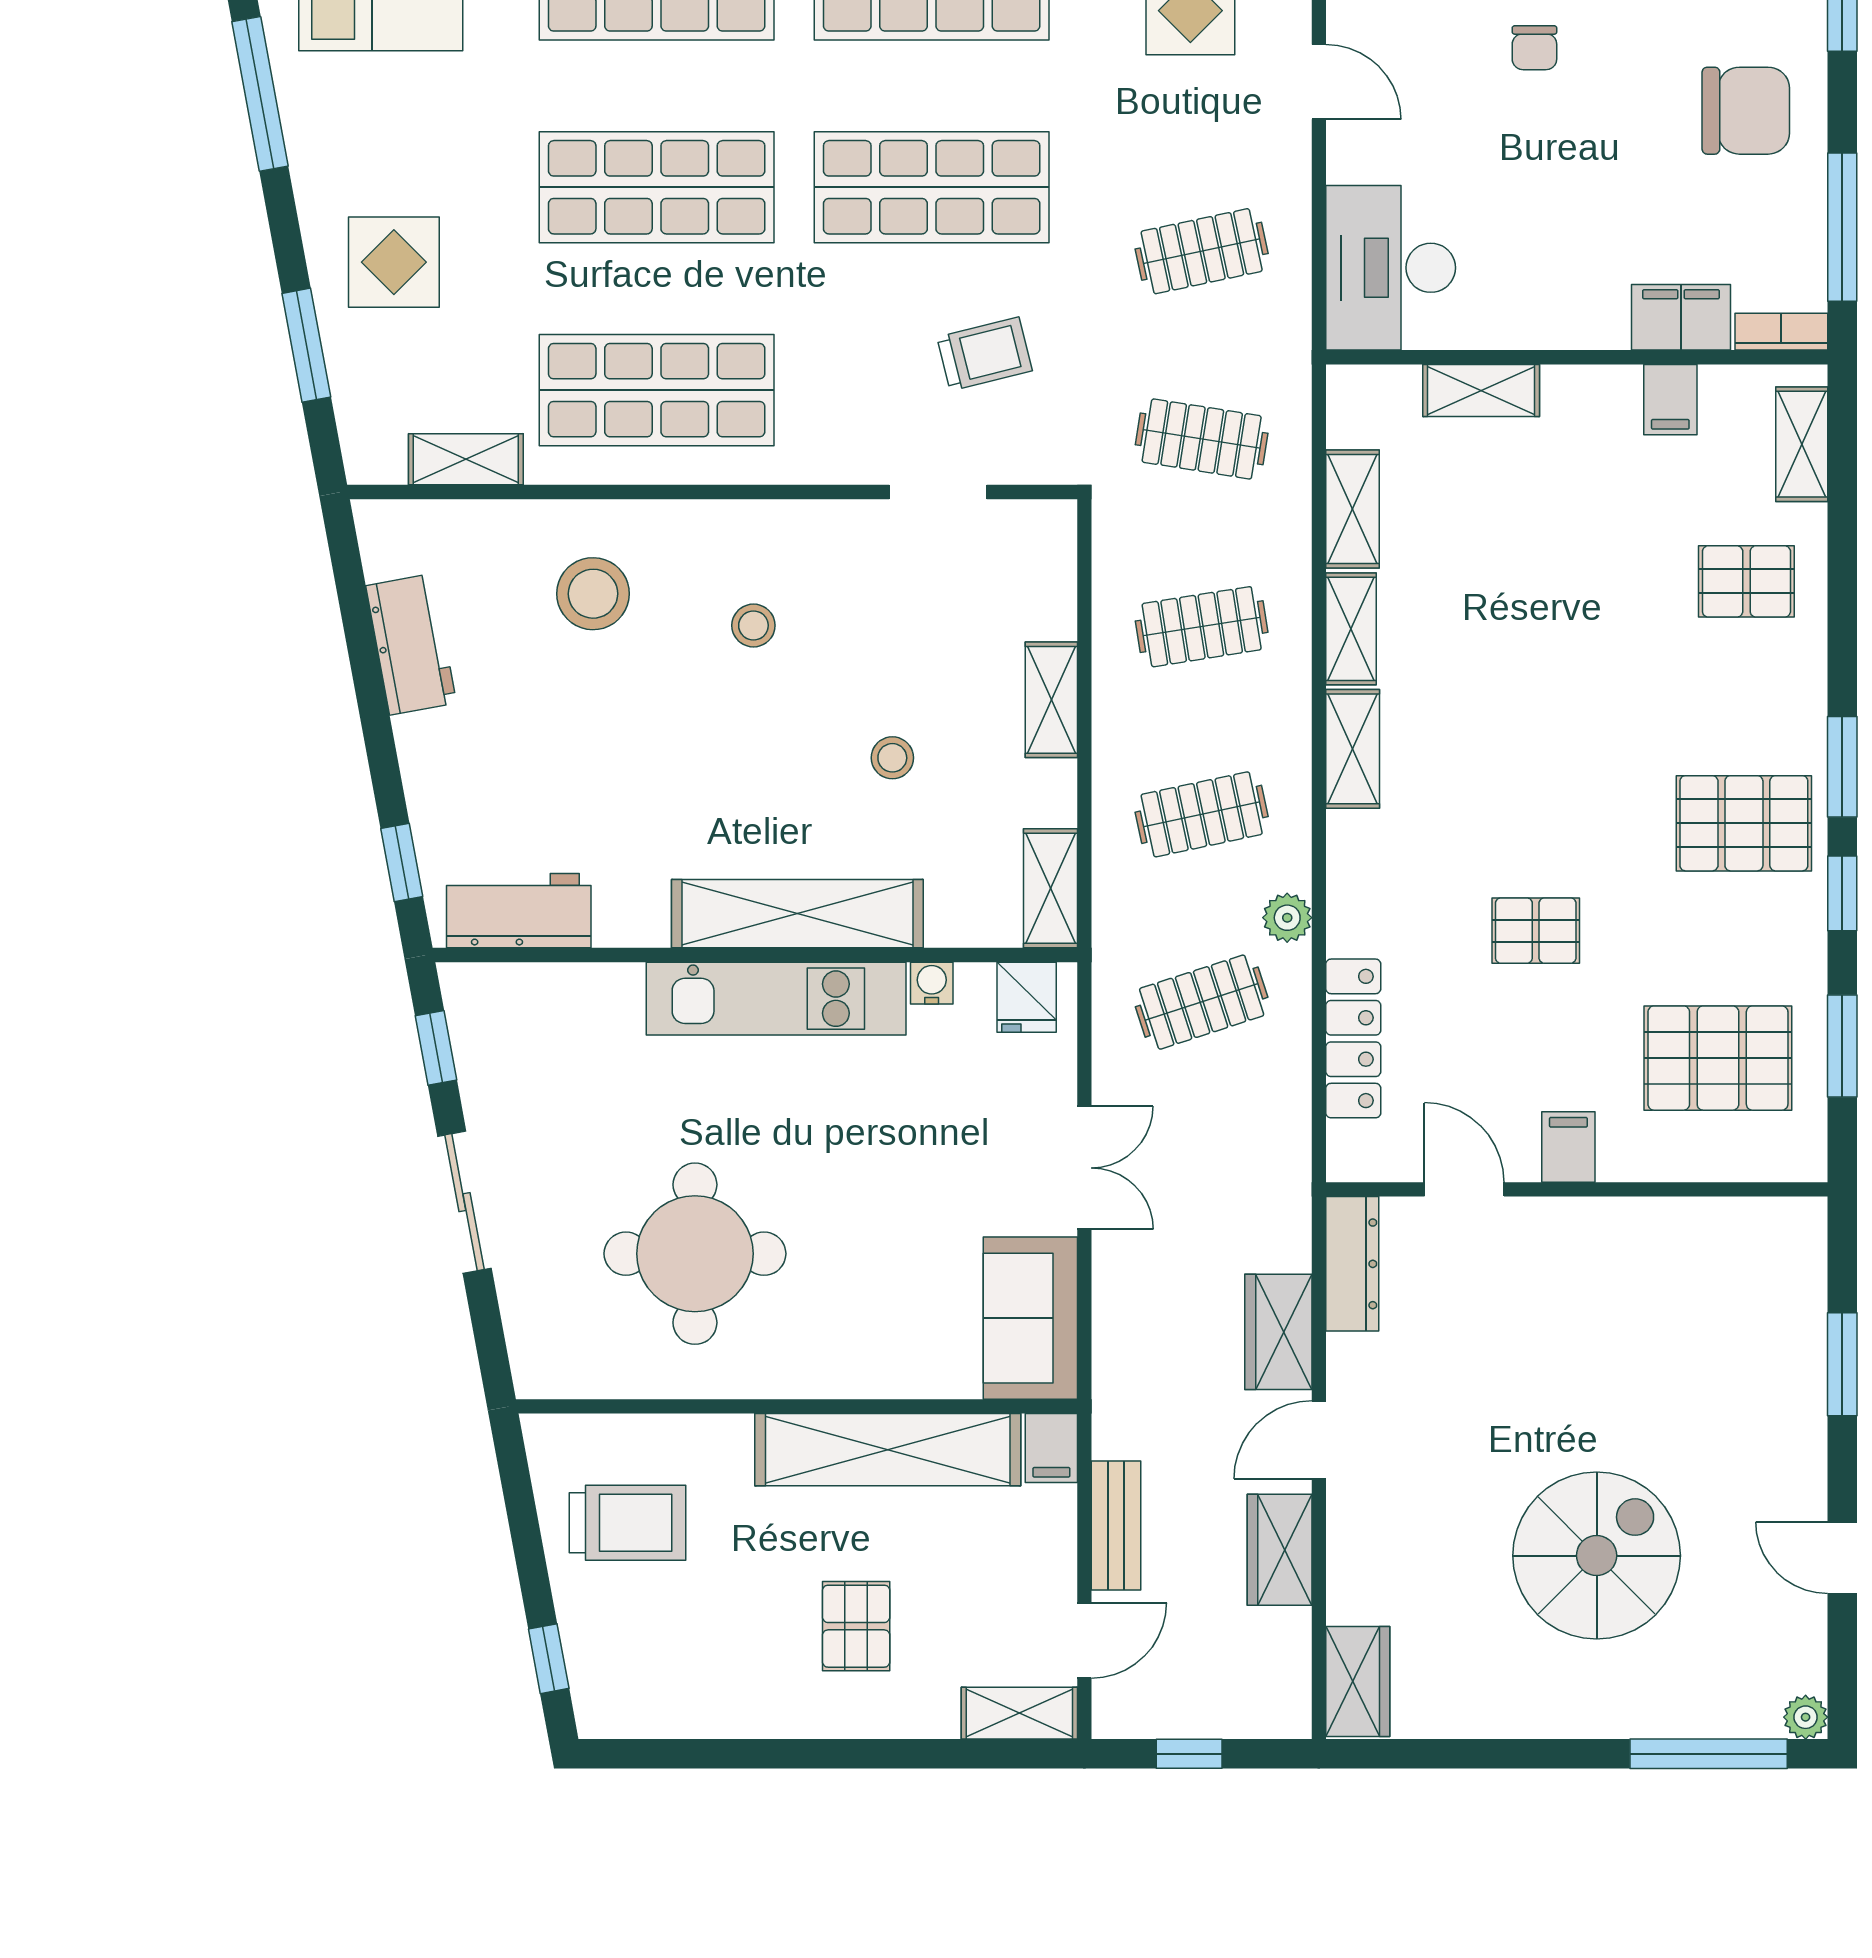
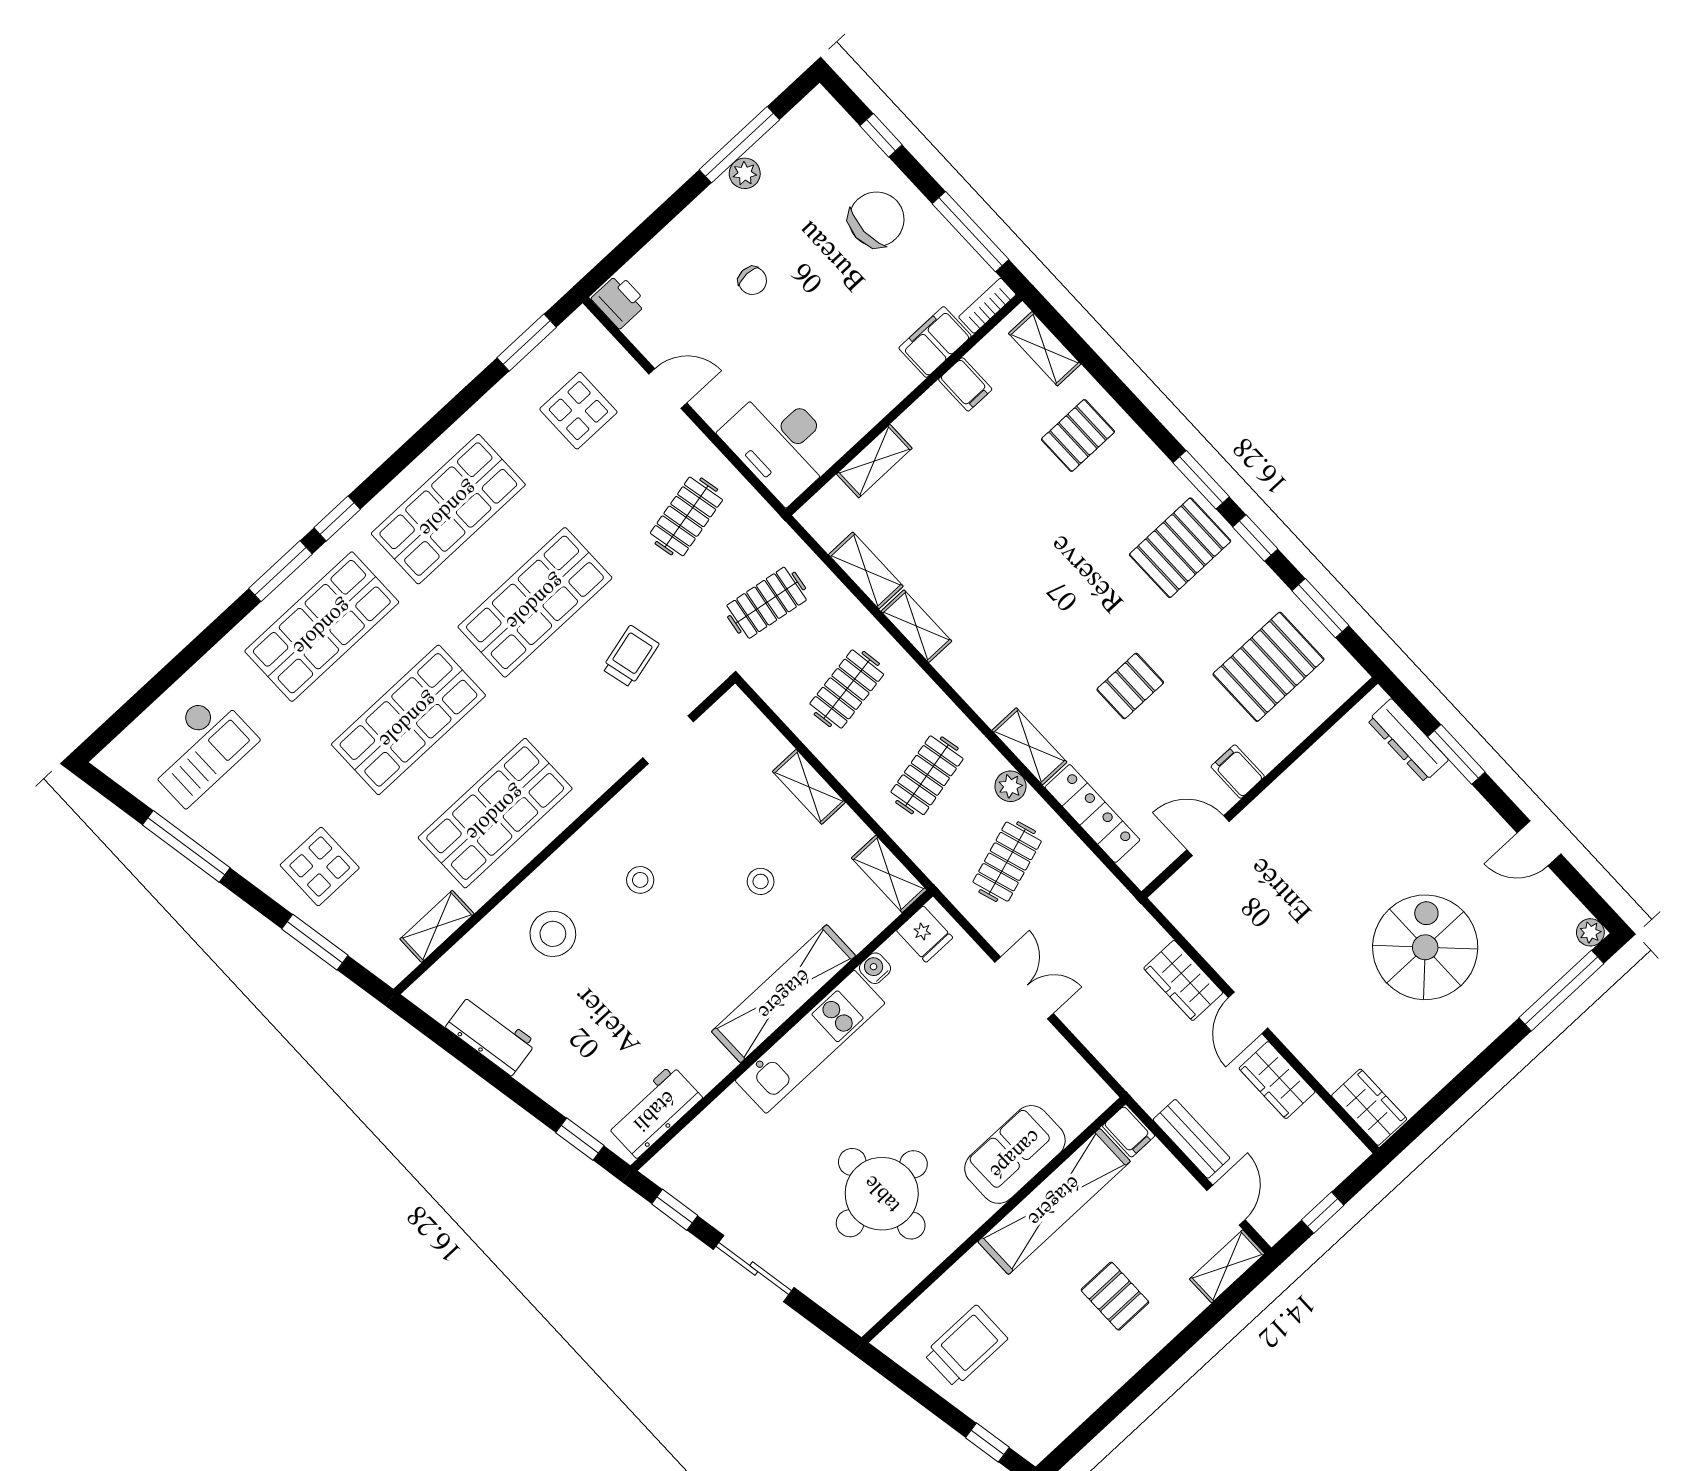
shelving: (1353, 749) -> (1029, 746), moved
dresser: (1352, 1264) -> (1408, 740), moved, turned 180
sofa: (1030, 1318) -> (1015, 1154), moved, turned 90

